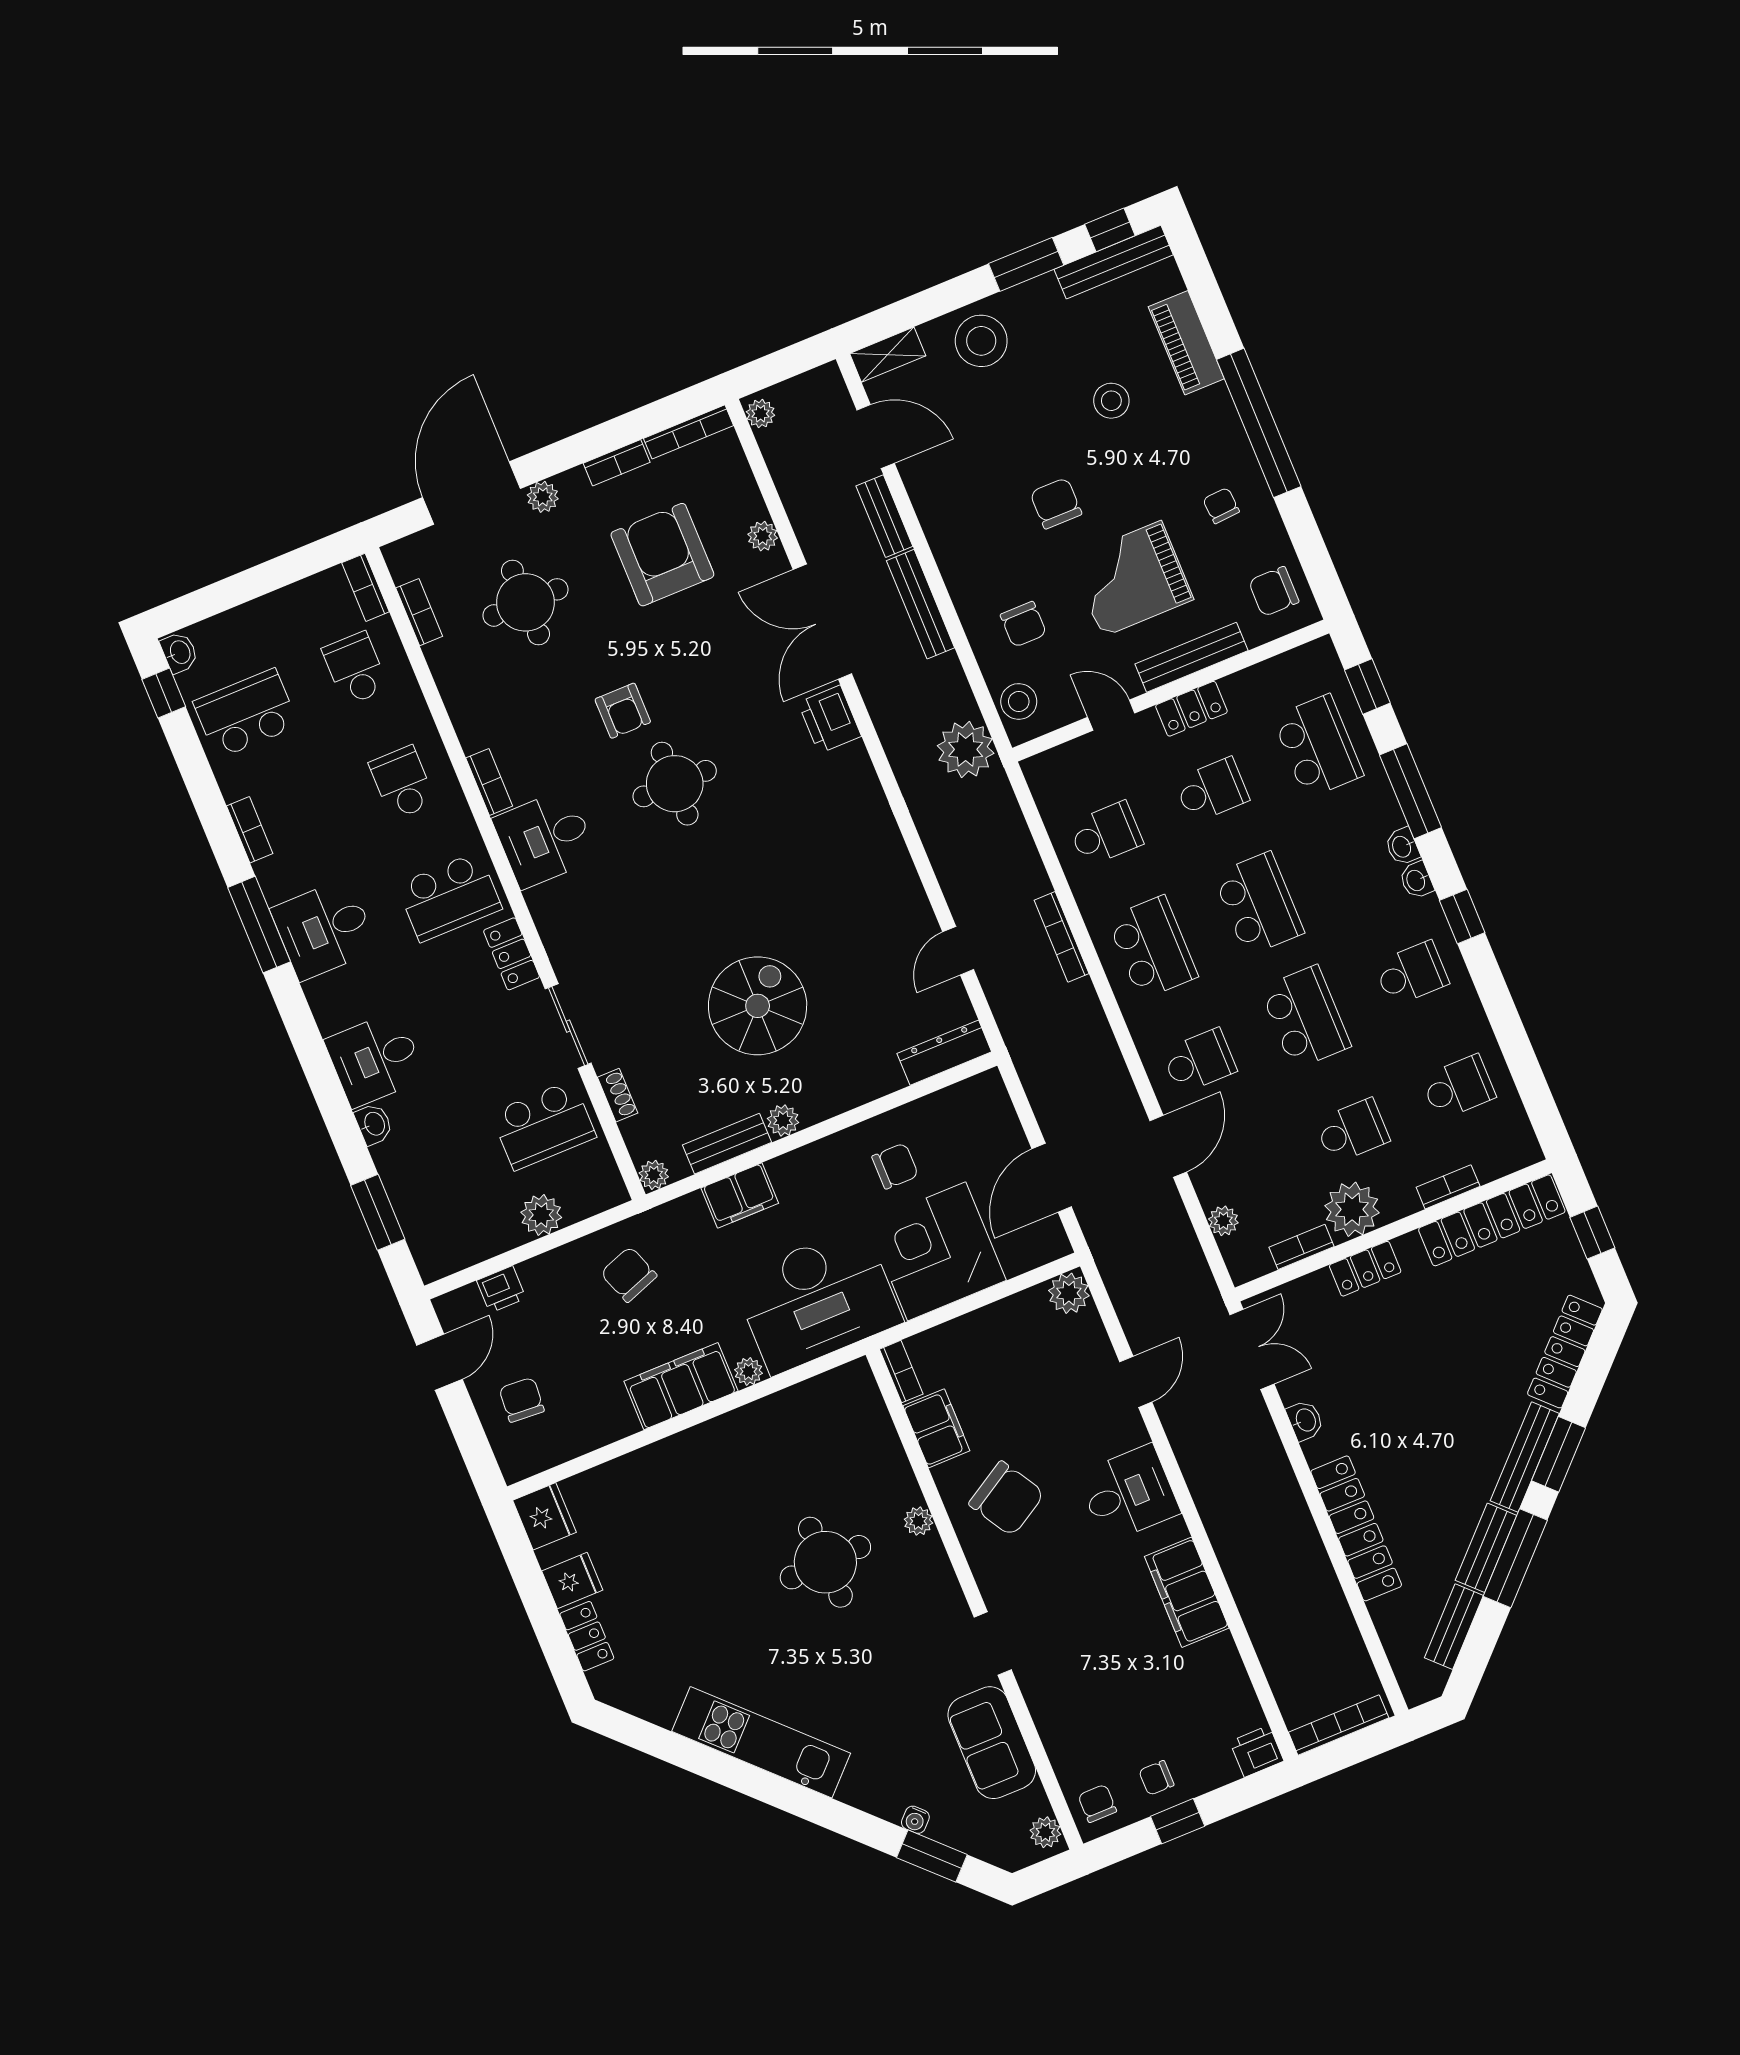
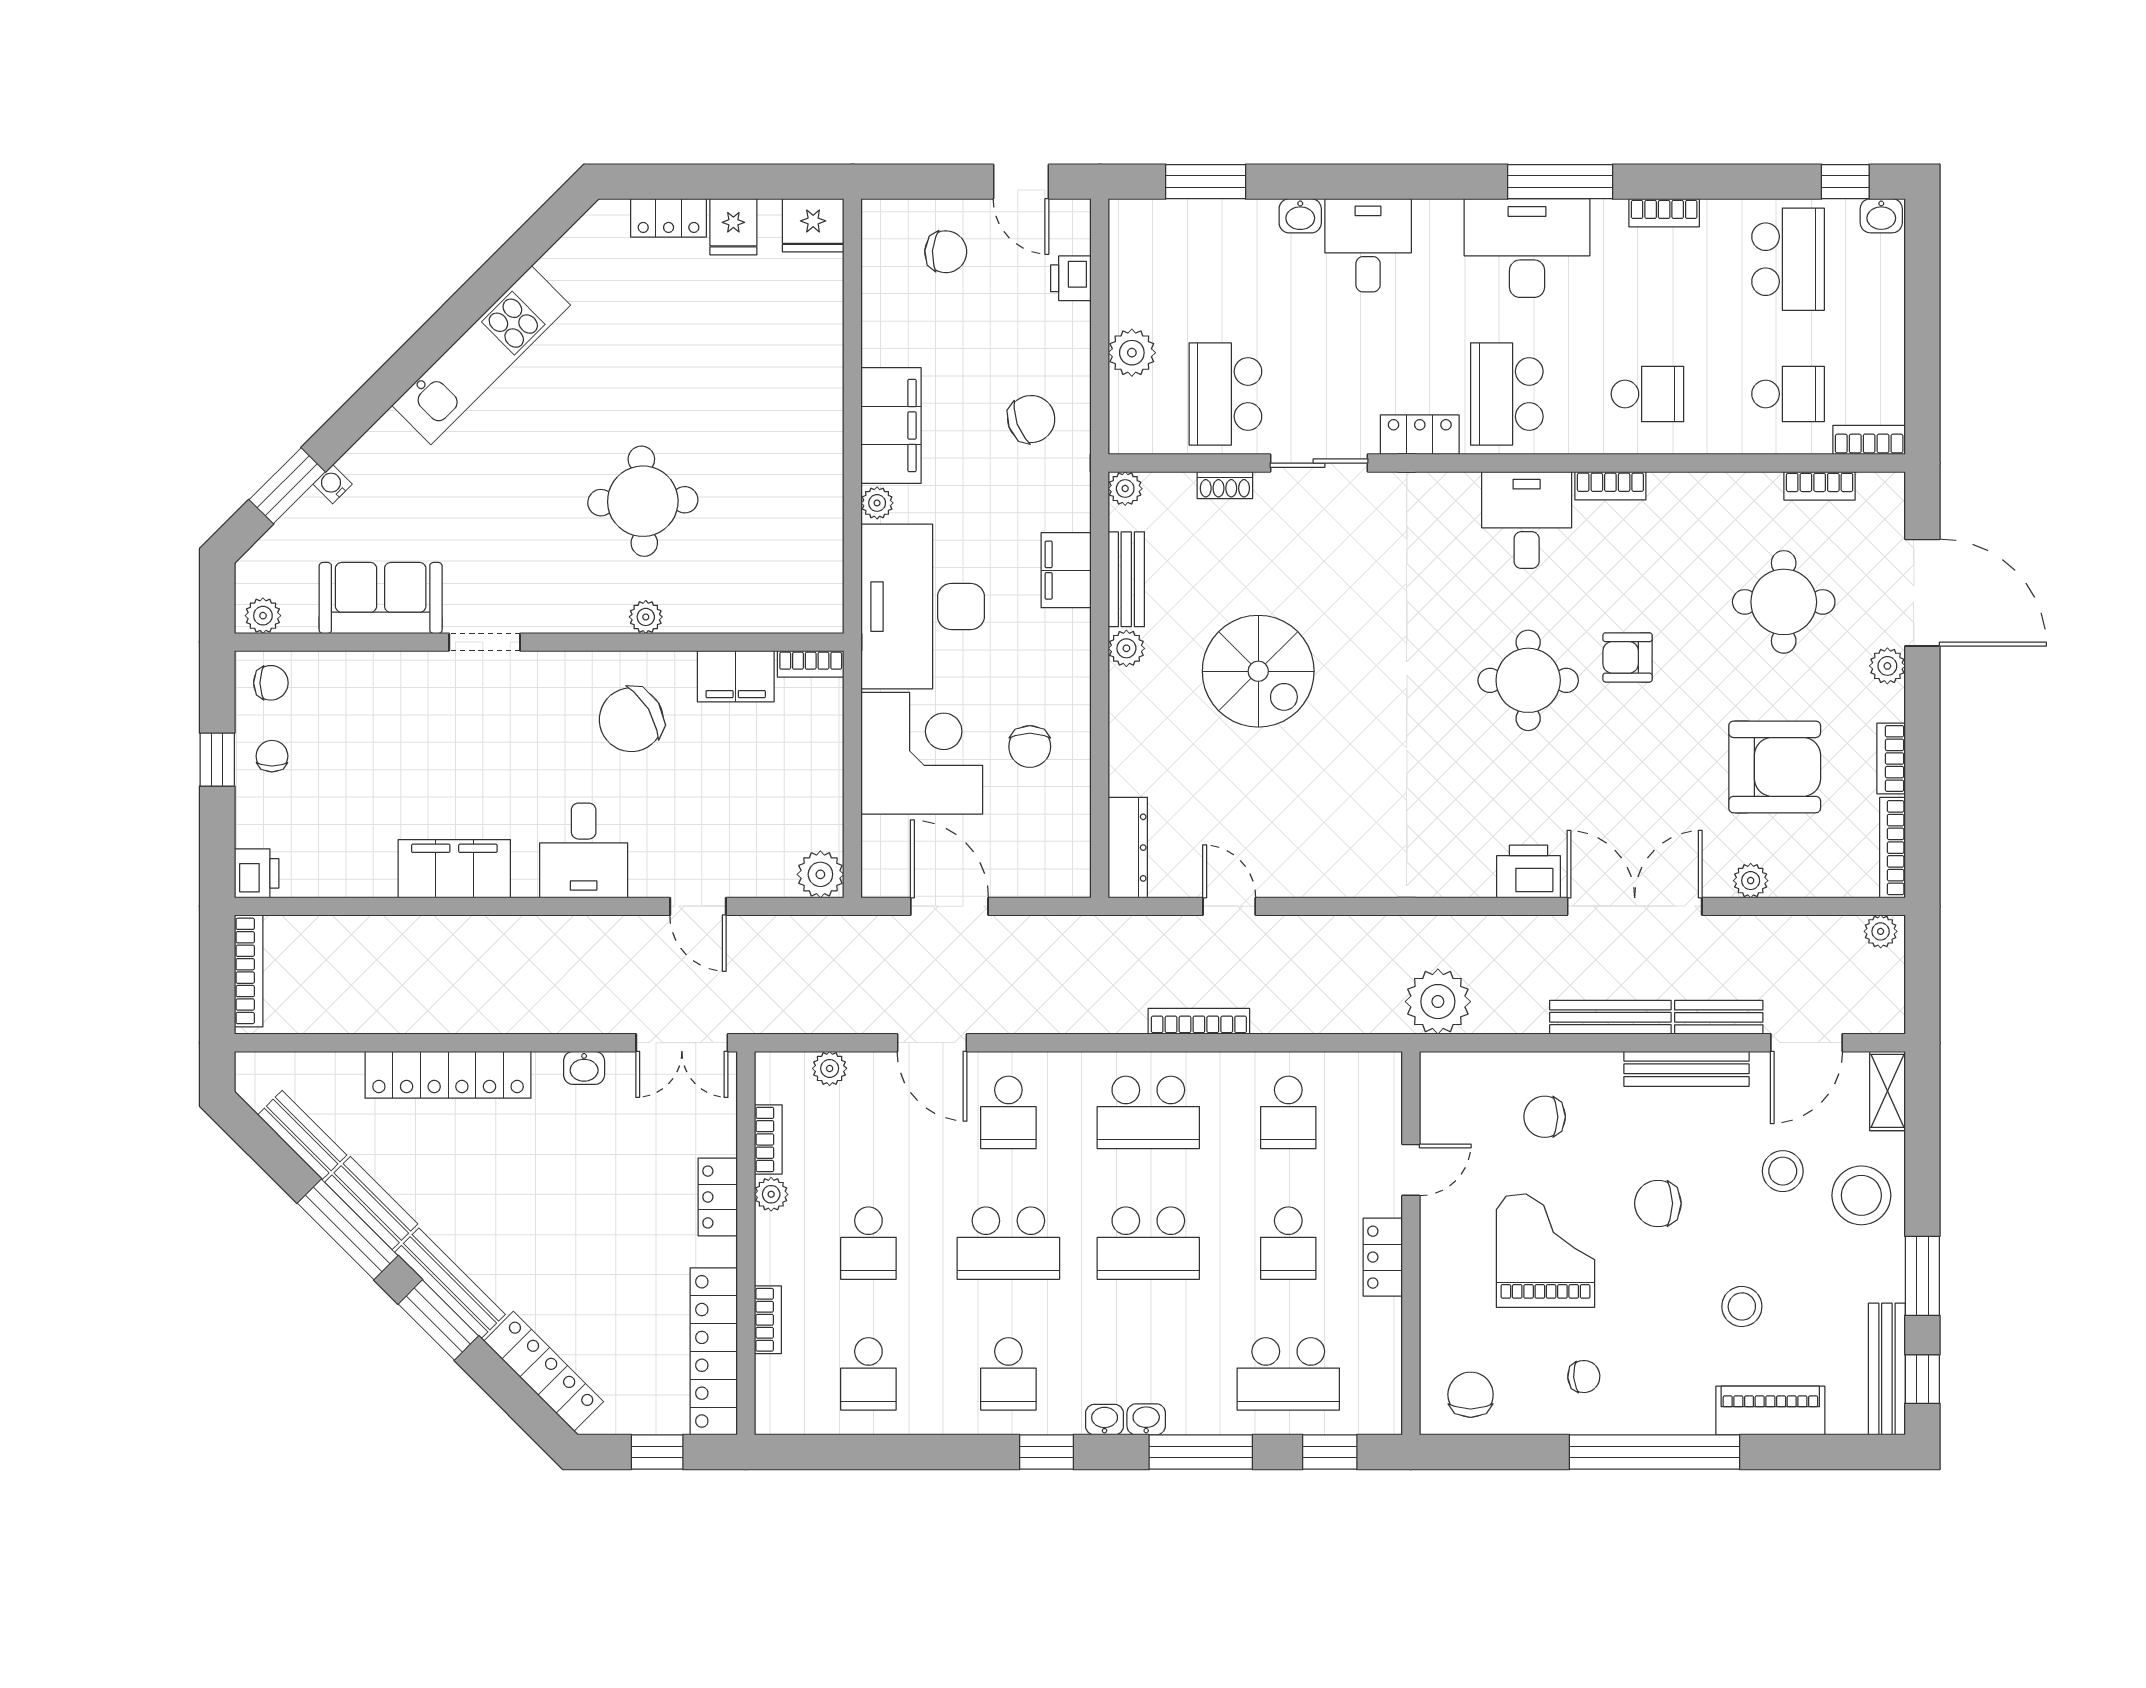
chair: (1056, 503) -> (1658, 1203), turned 180
bench: (1191, 657) -> (1686, 1069), moved, turned 90
stool: (1019, 701) -> (1783, 1171), moved
desk: (324, 929) -> (1527, 248), width x1.37
plant: (1352, 1209) -> (771, 1194), width x0.53, depth x0.53

